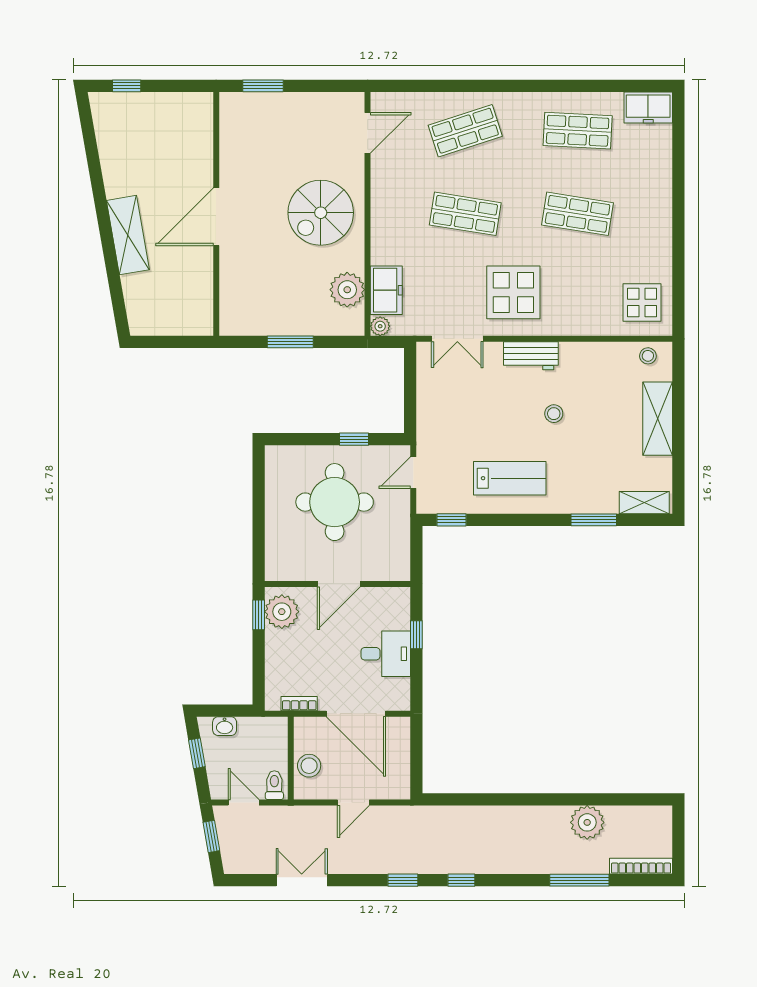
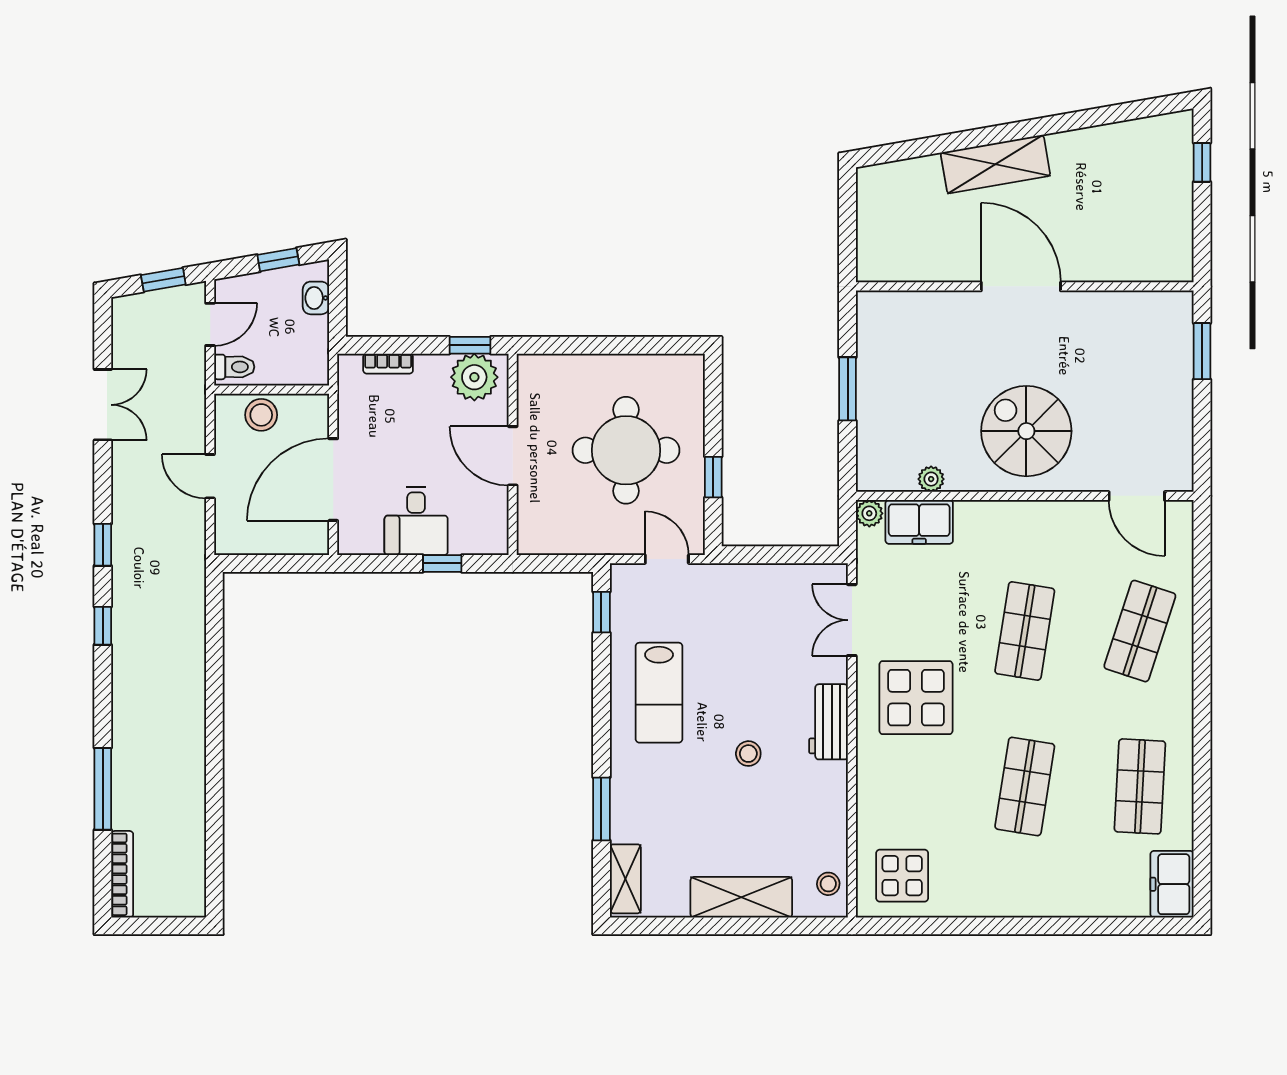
shop shelf: (465, 131) -> (1140, 631), turned 36
plant: (347, 290) -> (931, 479), width x0.53, depth x0.53
bookcase: (299, 704) -> (388, 364), moved, turned 90
plant: (587, 822) -> (183, 800), removed

